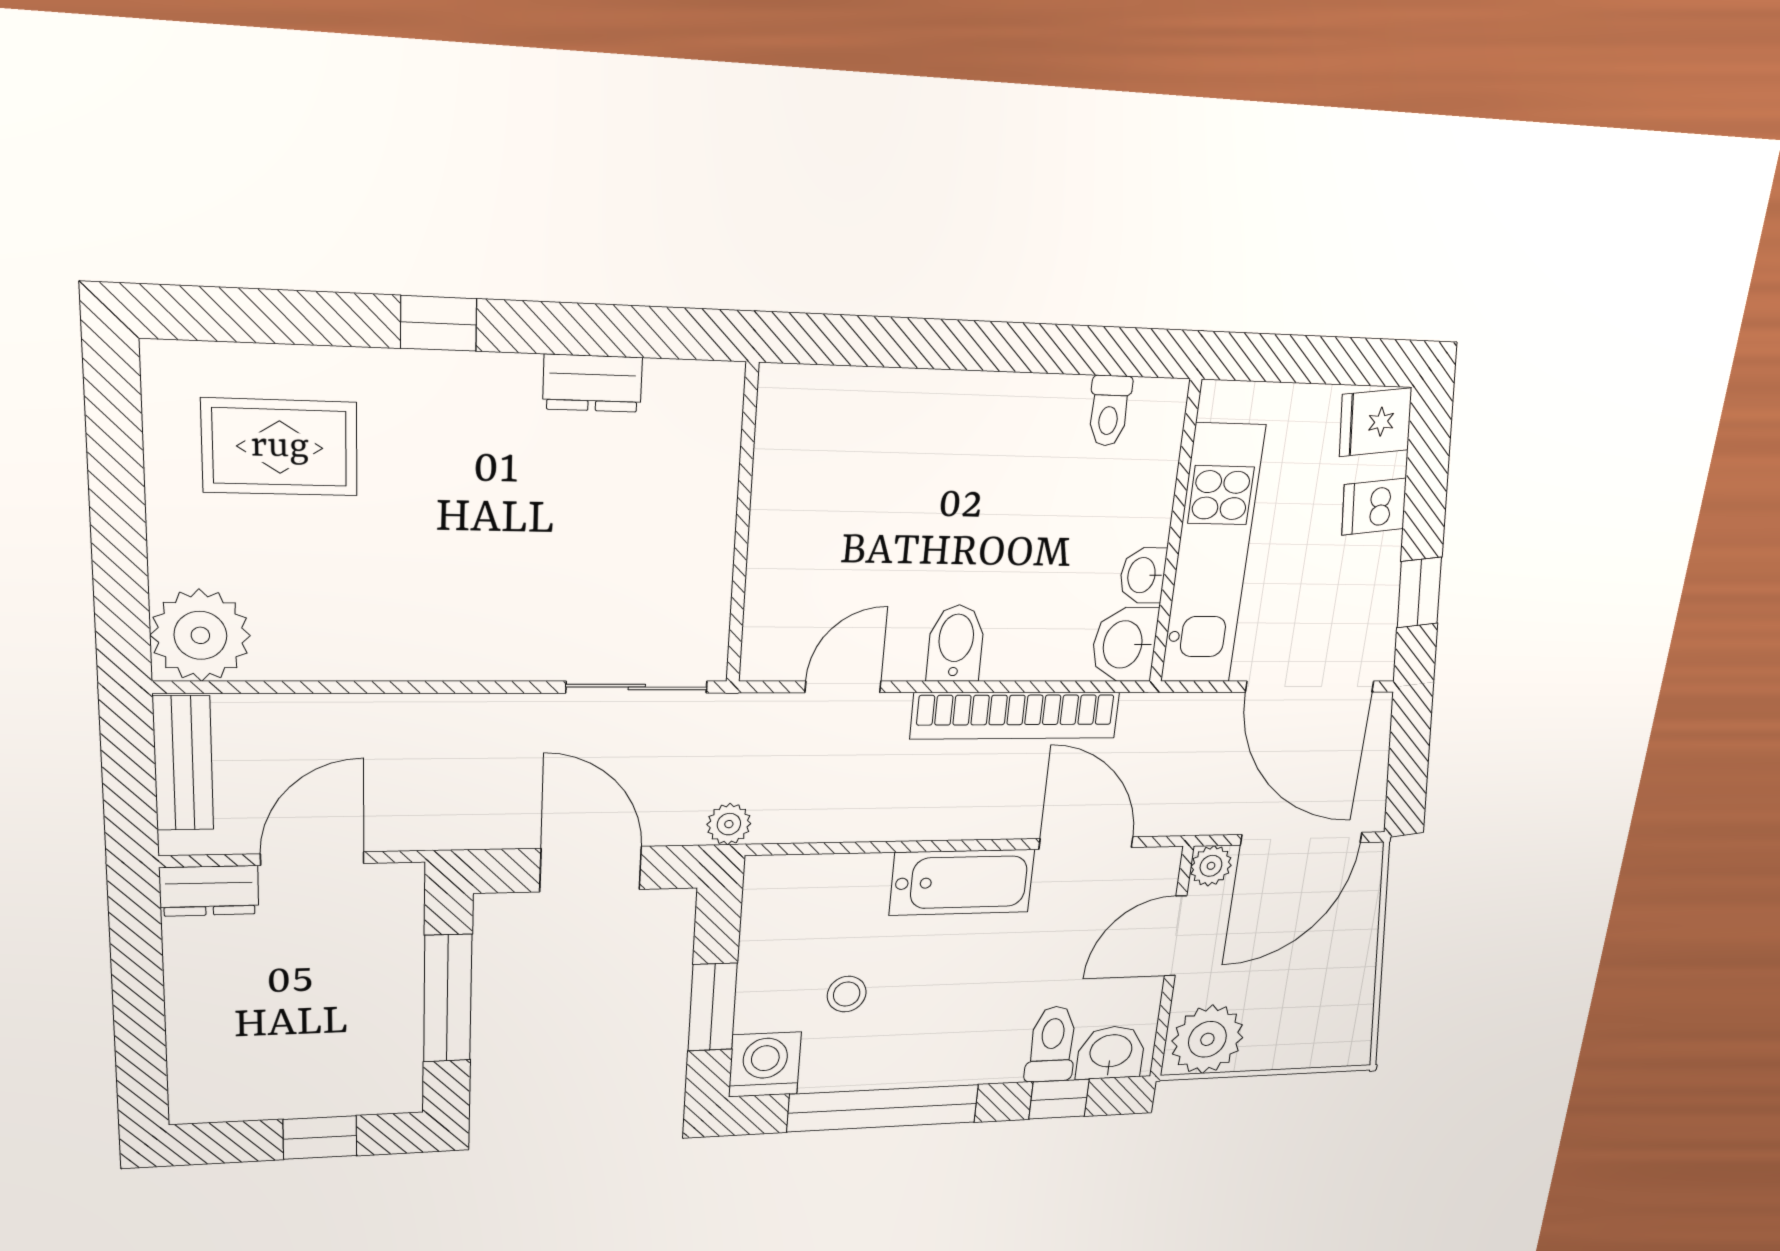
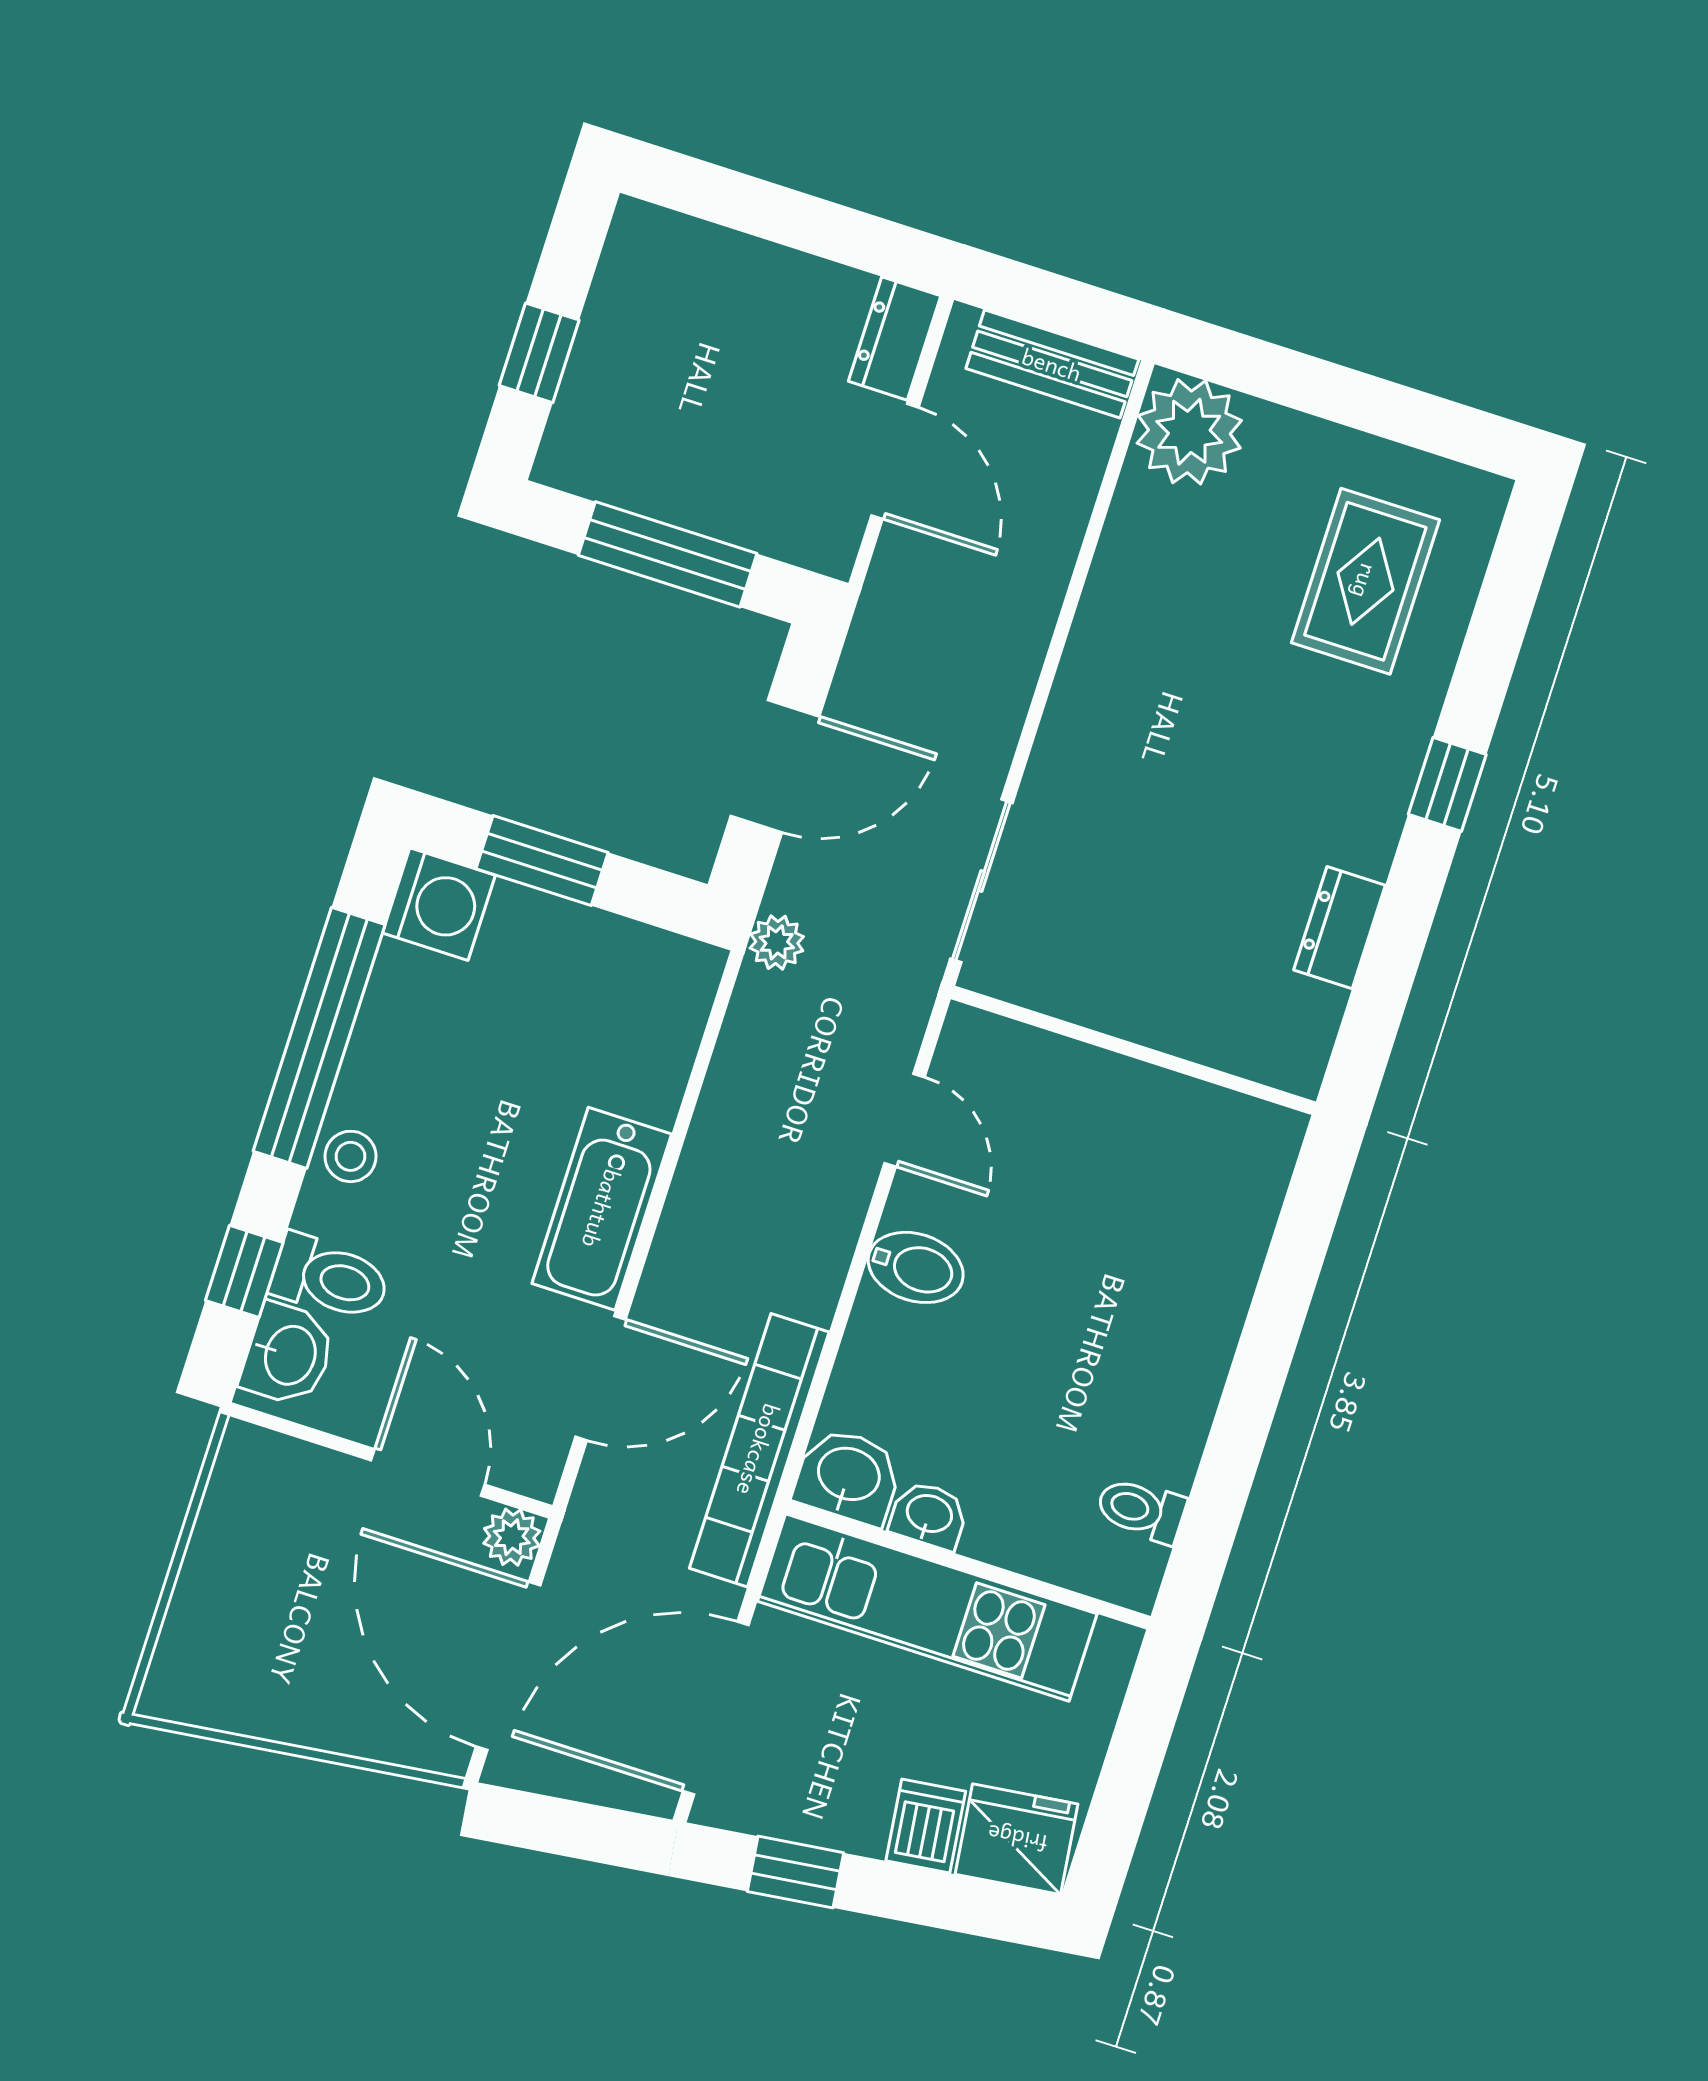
fridge: (1376, 422) -> (1017, 1839), width x1.38
bookcase: (1015, 716) -> (759, 1450), moved
stool: (847, 994) -> (351, 1156), moved
plant: (1207, 1039) -> (258, 1490), removed

